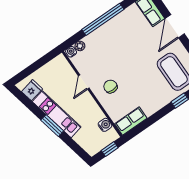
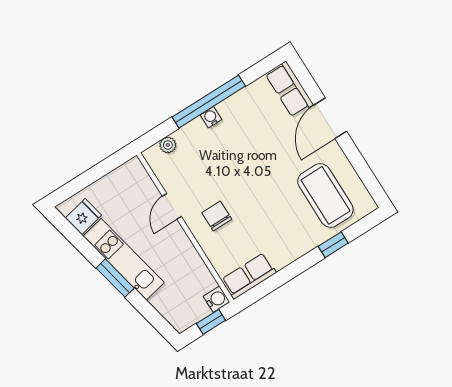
water cooler: (71, 52) -> (211, 117), moved
water cooler: (105, 125) -> (216, 299), moved

